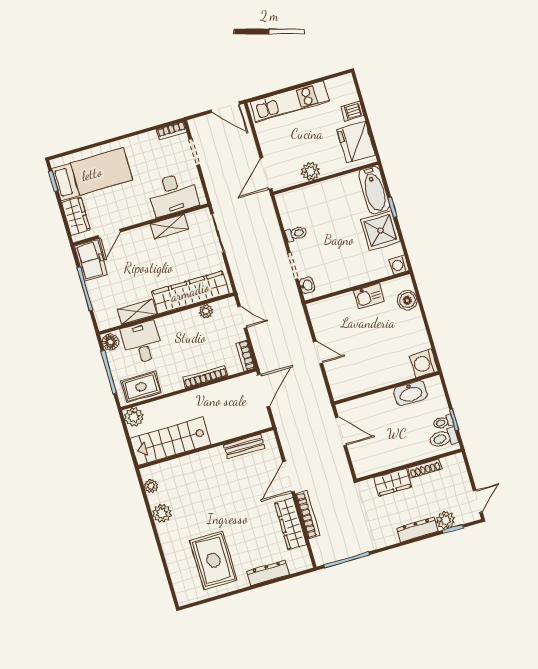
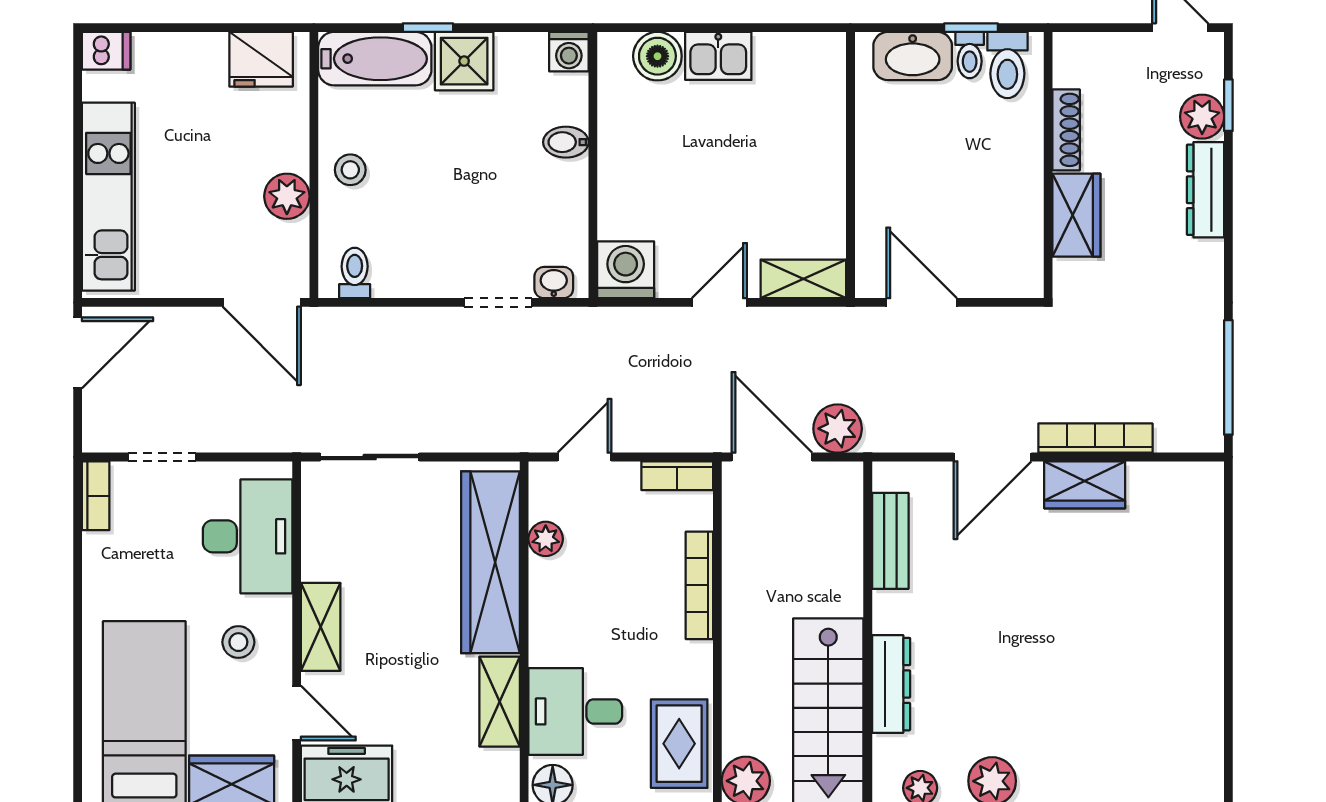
dishwasher: (352, 111) -> (106, 51), moved, turned -90
fridge: (356, 142) -> (261, 59), width x0.73, depth x0.75
stool: (328, 193) -> (350, 170), added
stool: (131, 203) -> (238, 642), added
shelving: (169, 227) -> (321, 627), moved
shower: (380, 231) -> (464, 61), width x0.73, depth x0.73
toilet: (296, 234) -> (355, 273), moved
bidet: (363, 274) -> (566, 142), added
kitchen sink: (369, 296) -> (718, 56), moved, turned 90
washing machine: (424, 363) -> (626, 270), moved, turned 180
shelving: (337, 383) -> (803, 279), added
washbasin: (411, 393) -> (913, 56), moved, turned 90
plant: (282, 413) -> (838, 429), added
door: (341, 431) -> (922, 302), hinge flipped
door: (289, 477) -> (993, 457), hinge flipped
wardrobe: (291, 524) -> (1085, 485), width x0.67
rug: (213, 560) -> (1138, 692), removed
dresser: (268, 573) -> (891, 684), moved, turned 180

